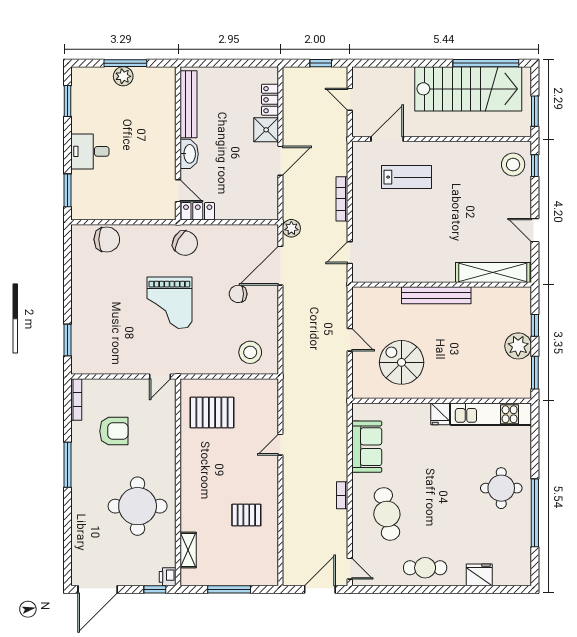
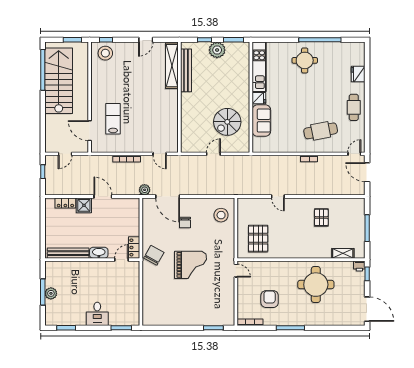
chair: (107, 239) -> (152, 303), removed
bench: (436, 295) -> (186, 70), moved
sofa: (367, 447) -> (261, 121), moved, turned 90

